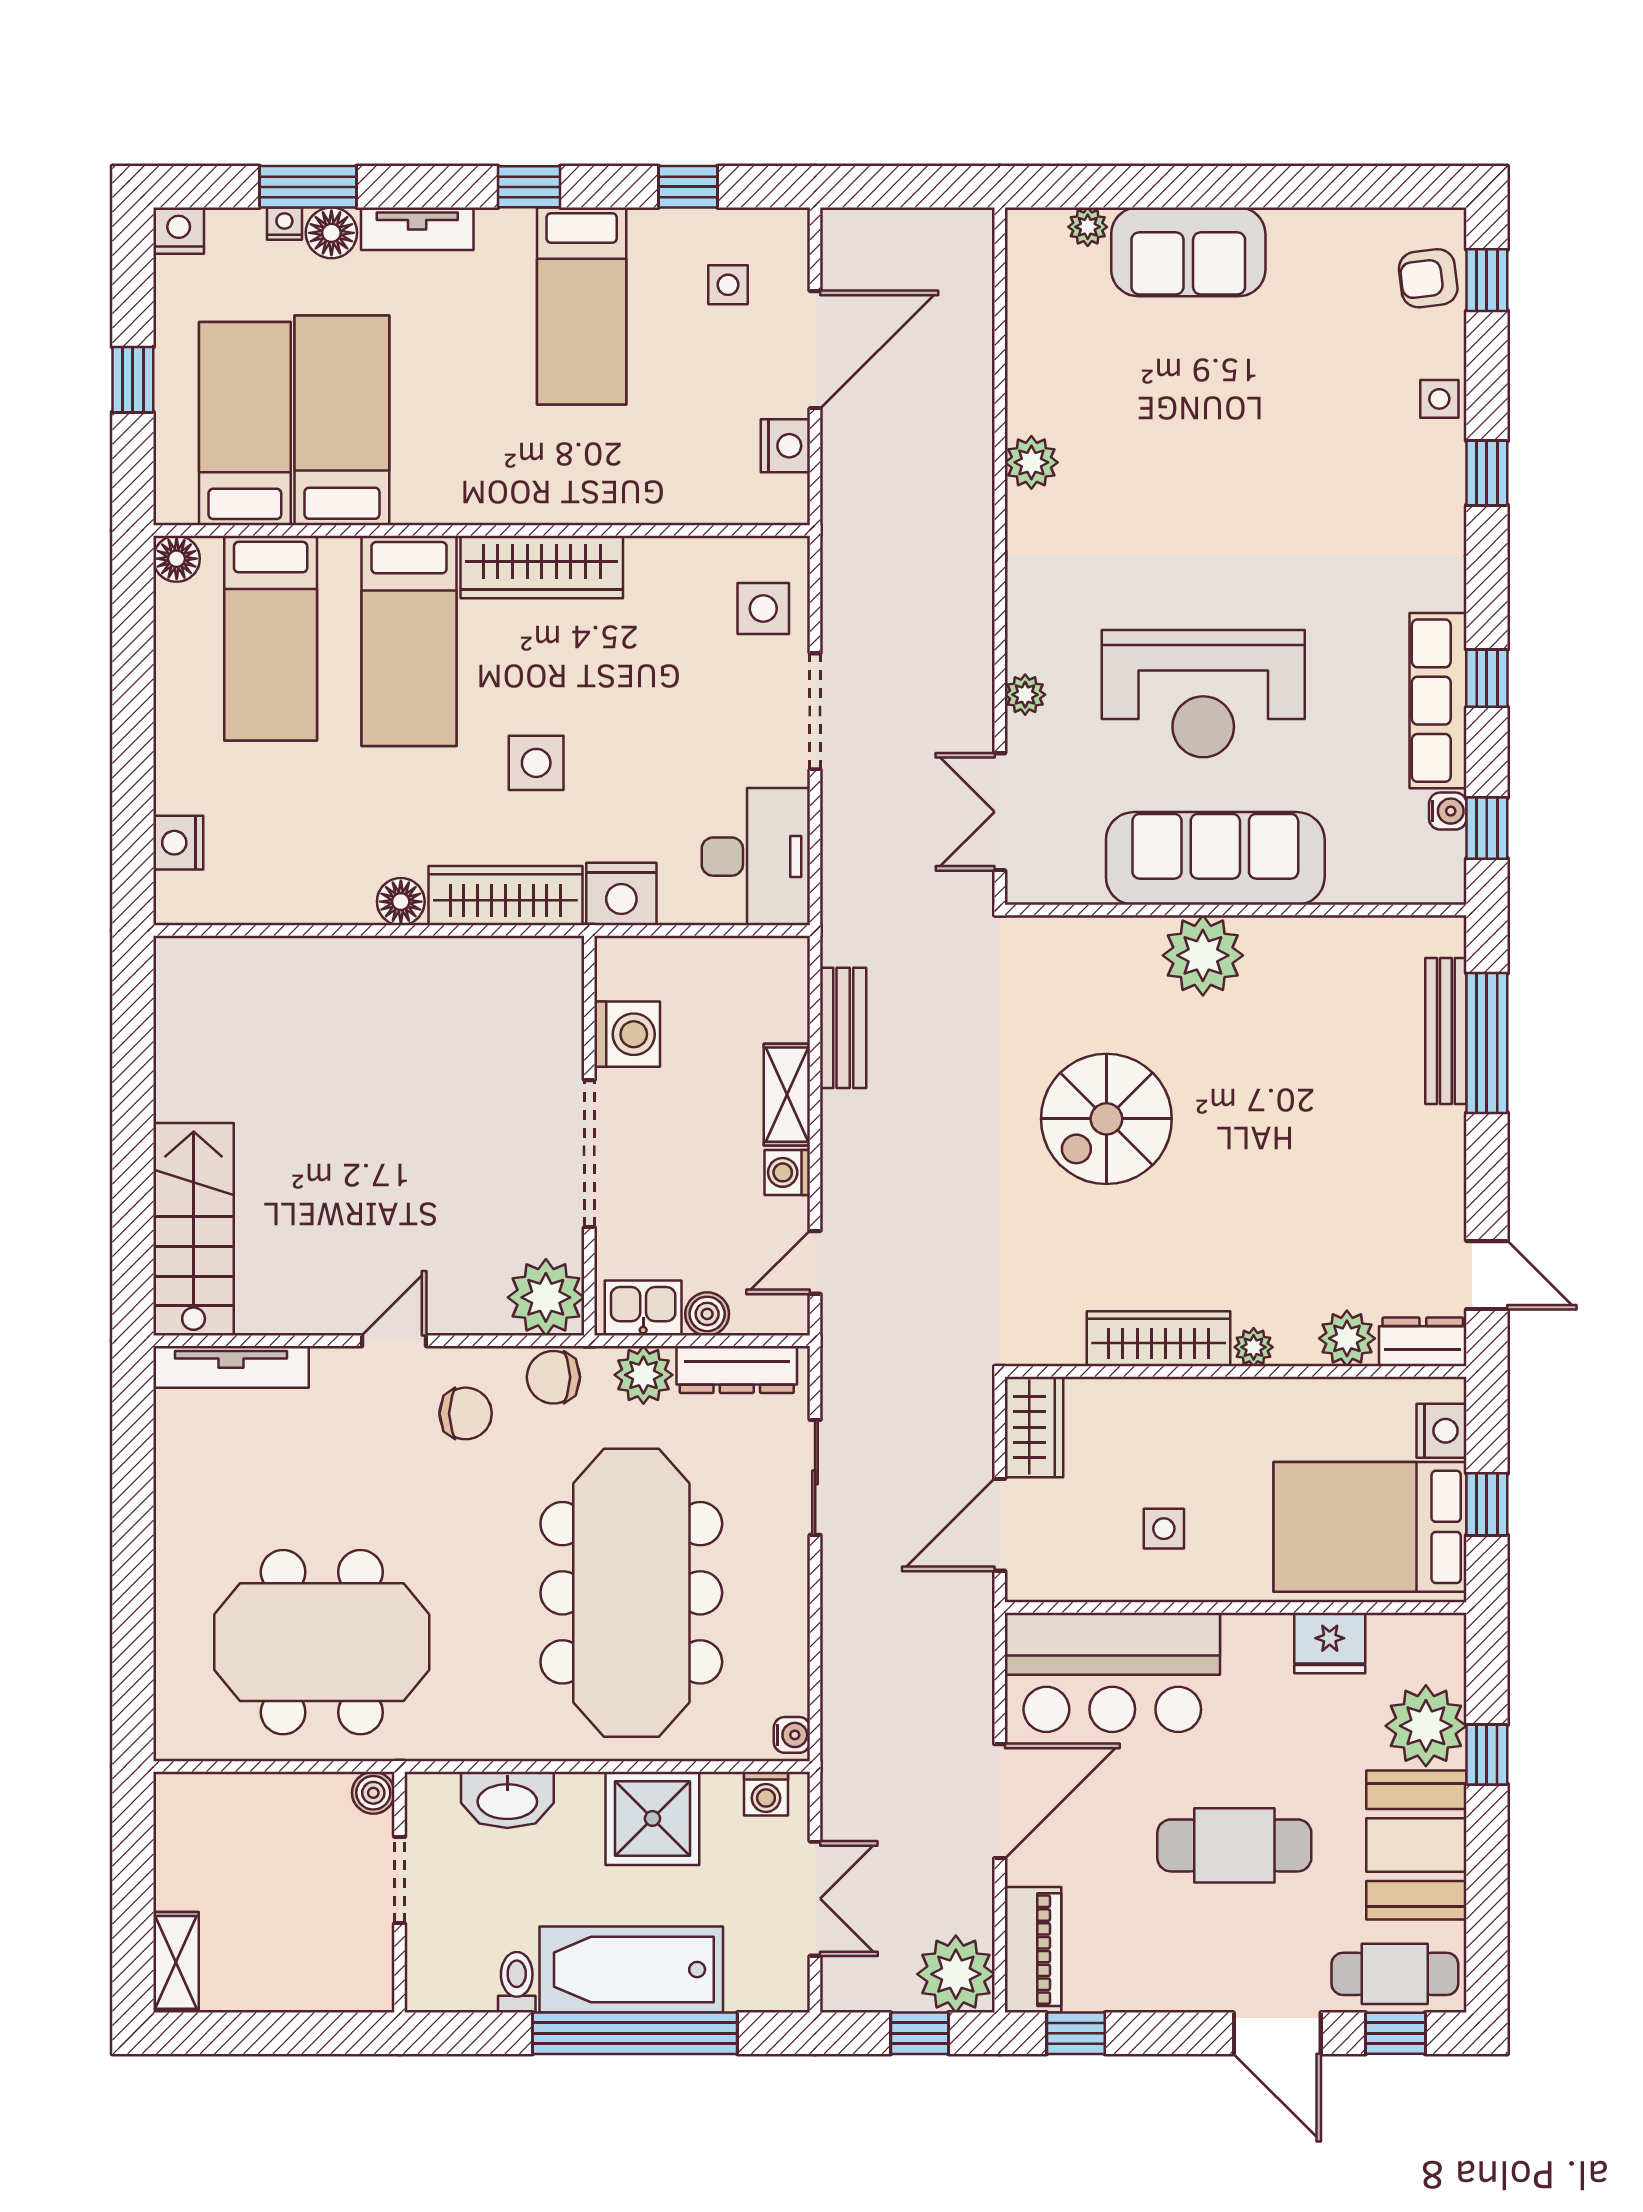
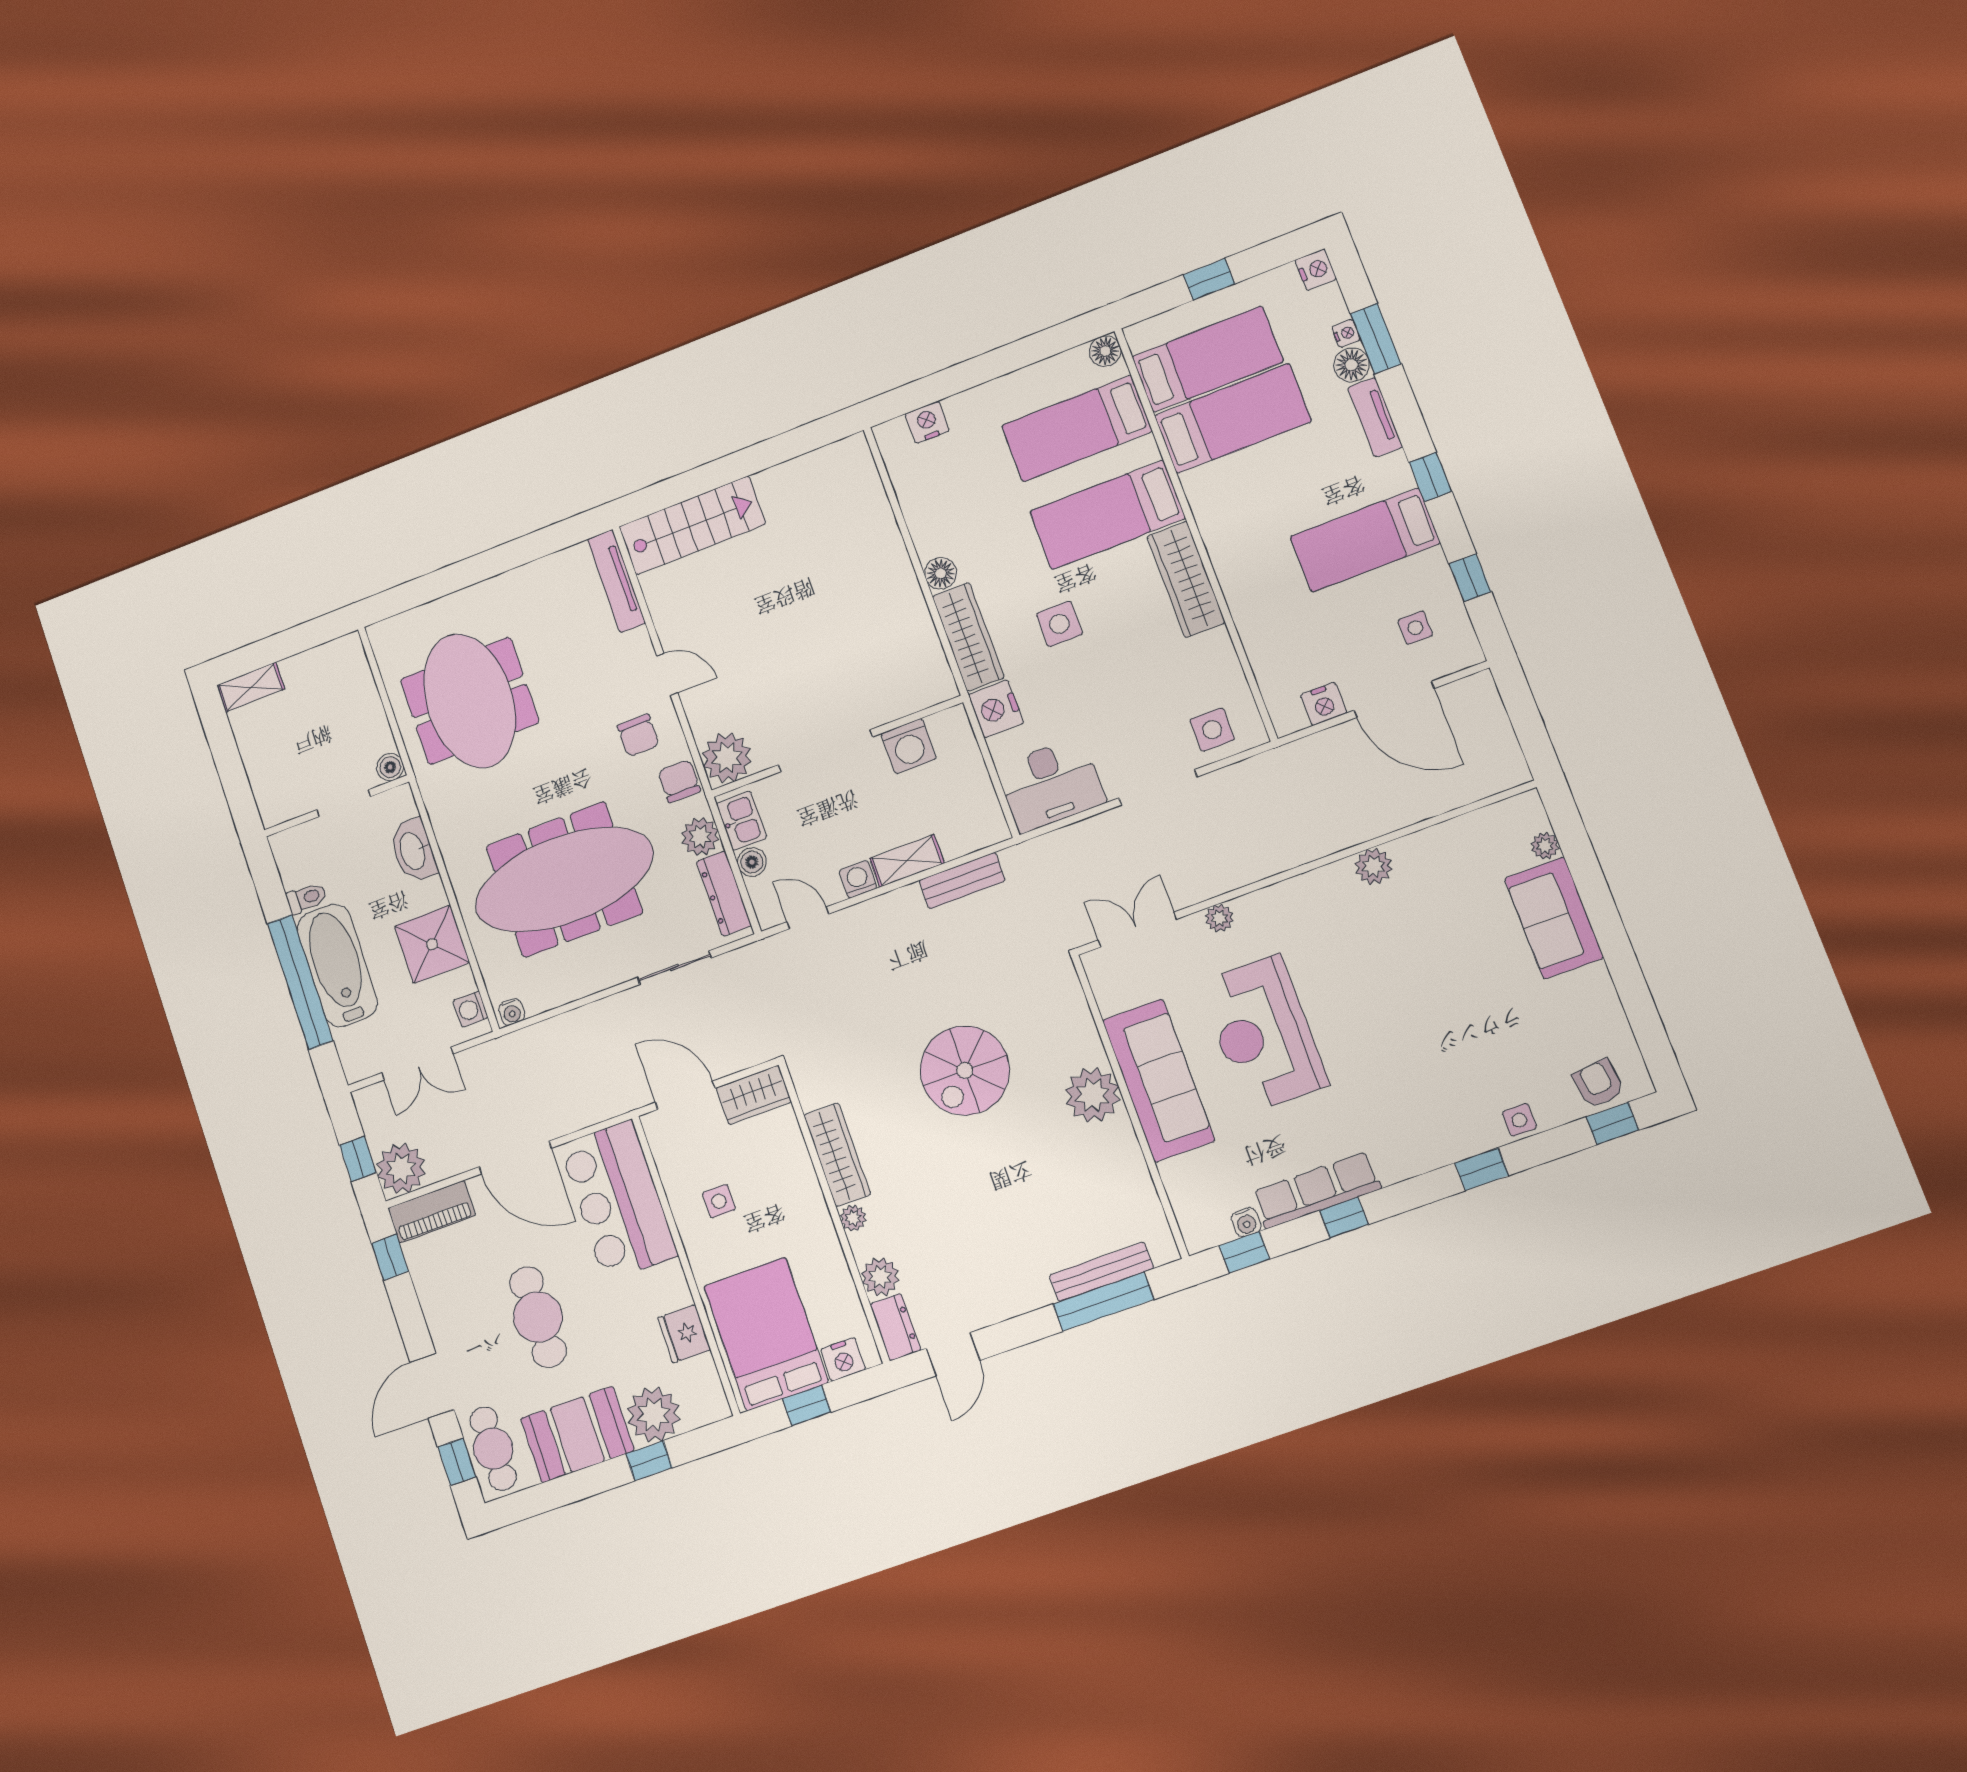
spiral stairs: (1106, 1119) -> (965, 1070), turned -90

